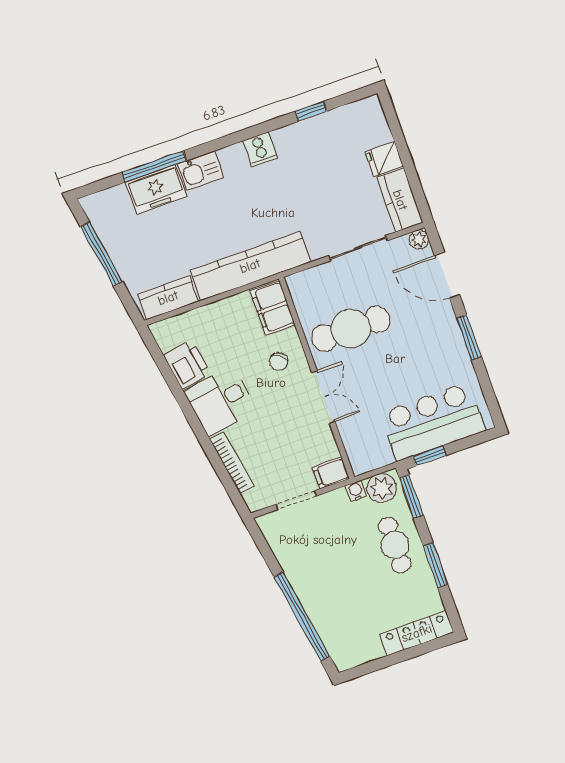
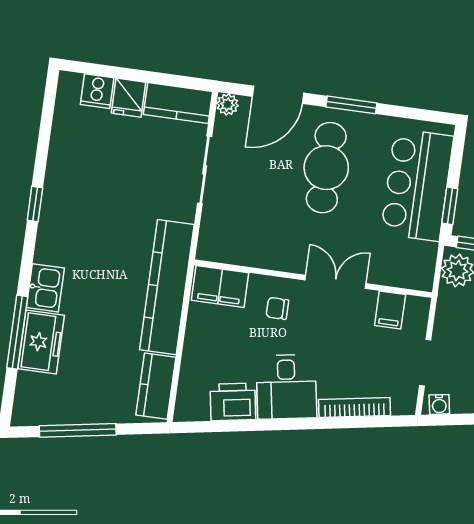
window: (311, 111) -> (35, 204), moved
cooker: (260, 149) -> (97, 91), moved, turned 90
cafe table: (351, 329) -> (326, 168), moved
chair: (279, 362) -> (277, 308), turned 146
filing cabinet: (331, 473) -> (390, 310), moved
water cooler: (356, 491) -> (439, 404), moved, turned -100

